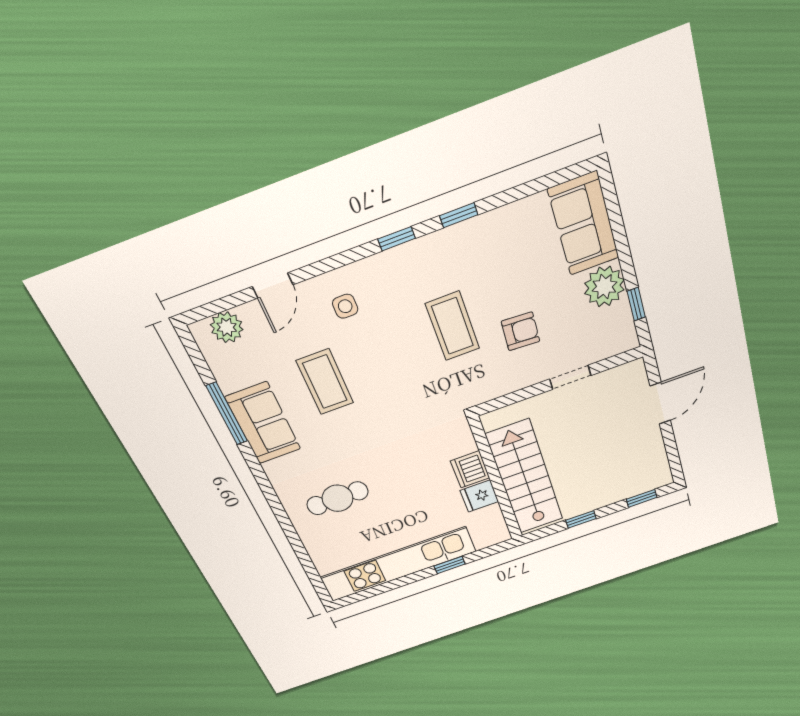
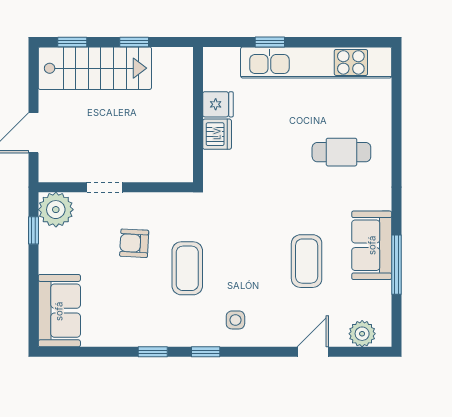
plant: (604, 287) -> (56, 210), moved
side table: (345, 306) -> (235, 320), moved
stairs: (525, 477) -> (95, 68), moved, turned -90

